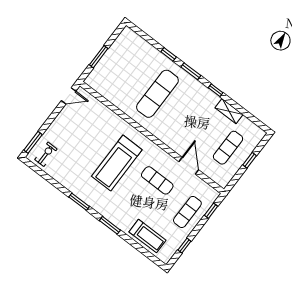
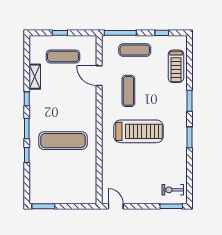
window: (99, 57) -> (43, 206), moved
door: (189, 166) -> (99, 76), hinge flipped
window: (211, 211) -> (120, 33), width x2.17
treadmill: (147, 236) -> (176, 66), turned 180

